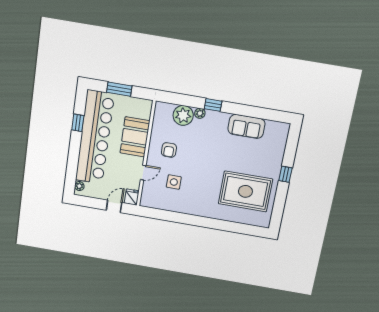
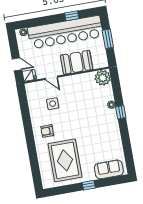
plant: (183, 115) -> (103, 78), moved
sofa: (246, 126) -> (109, 169), moved, turned 90
armchair: (169, 150) -> (47, 131), moved

